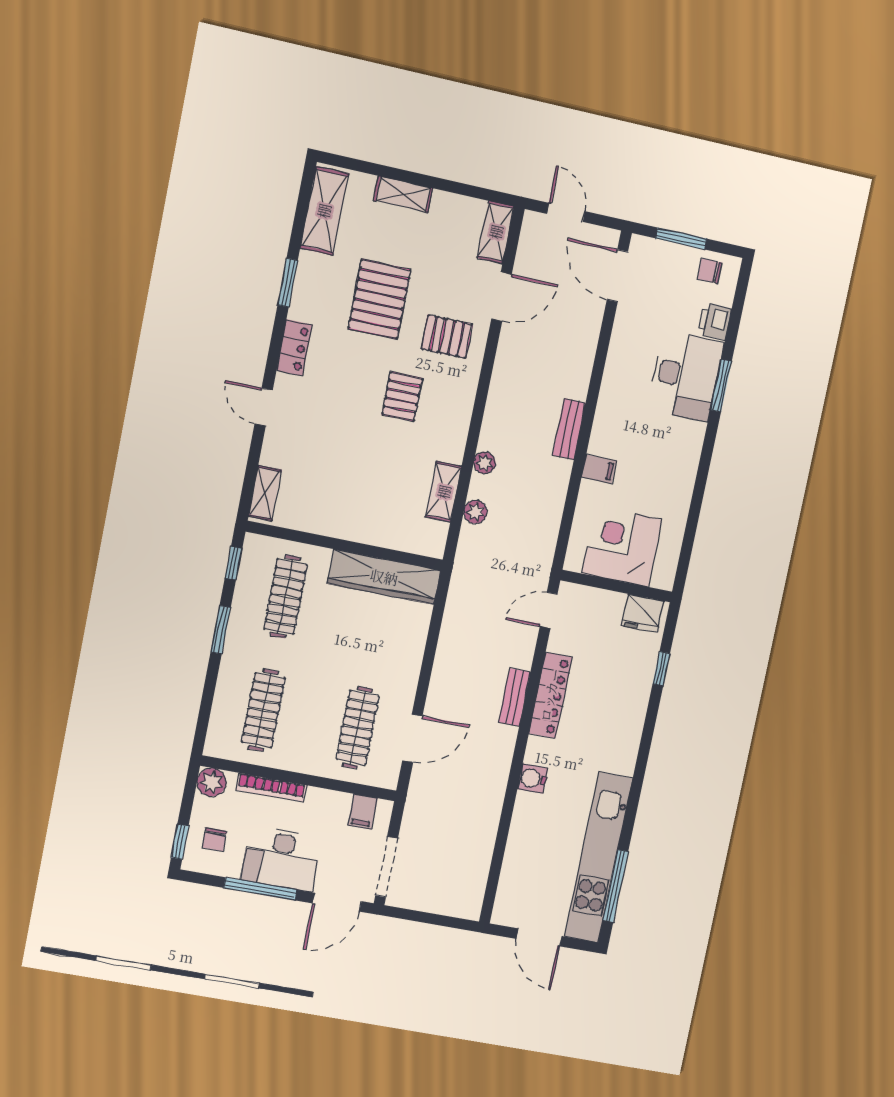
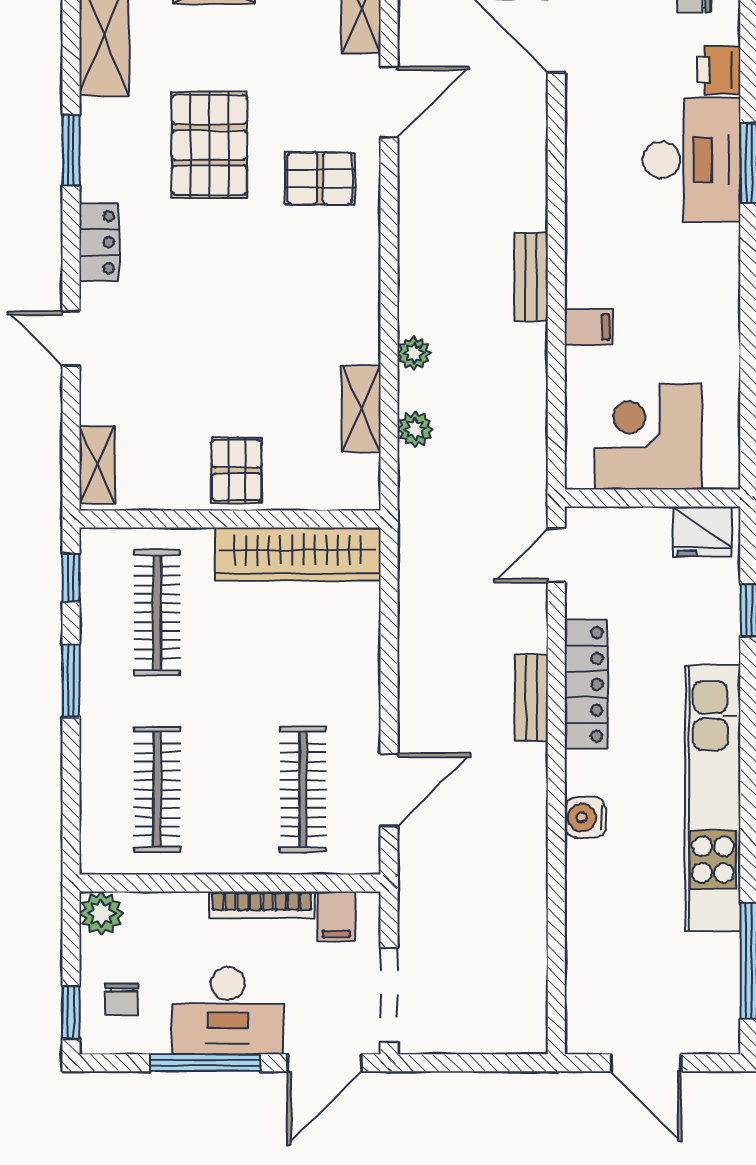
pallet: (402, 396) -> (237, 470), moved
bookcase: (271, 788) -> (262, 905), moved
kitchen unit: (599, 858) -> (713, 798), moved

